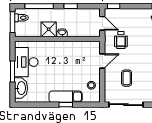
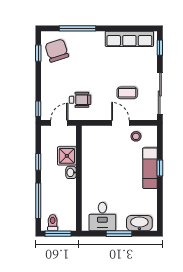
shower: (49, 29) -> (67, 156), moved
door: (102, 61) -> (120, 123), moved
desk: (26, 62) -> (102, 217), width x0.73

